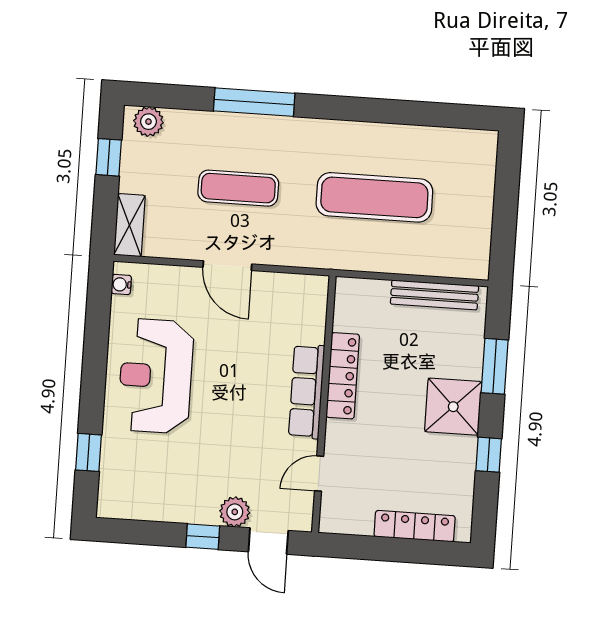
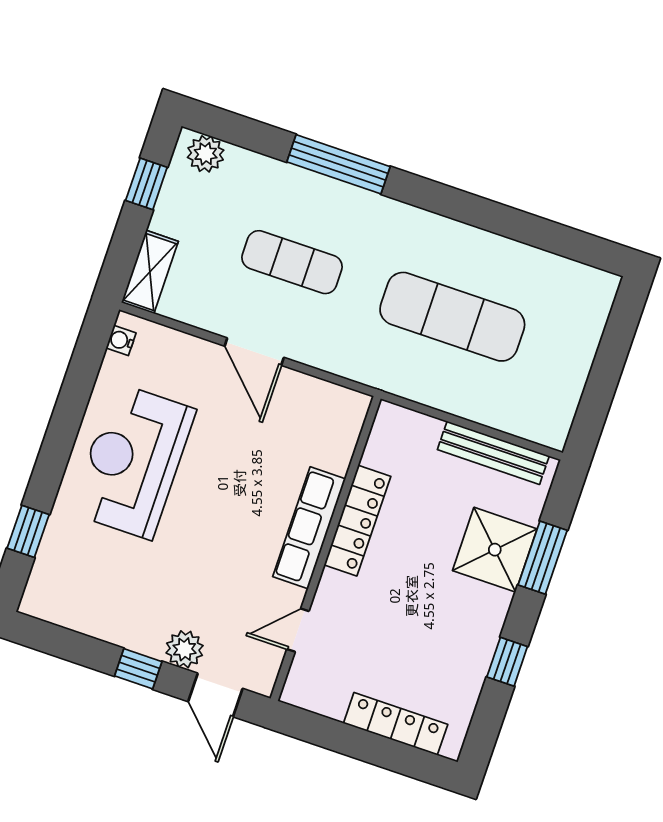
shower: (453, 407) -> (495, 550), moved

